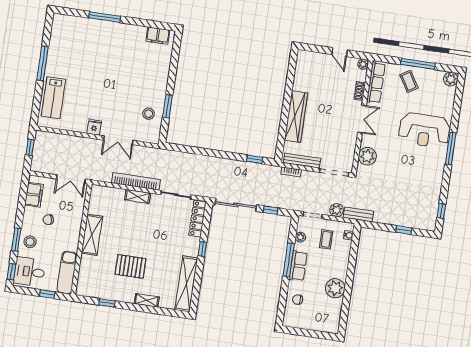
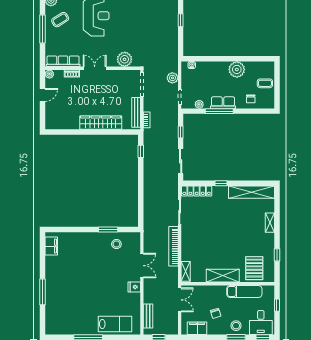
coffee table: (409, 81) -> (60, 20), moved
shelving: (138, 196) -> (186, 271), moved
sliding door: (236, 205) -> (181, 161), width x0.73
bench: (358, 214) -> (148, 316), moved
coffee table: (326, 239) -> (265, 83), moved
pallet: (130, 266) -> (254, 268), moved
exam couch: (67, 273) -> (244, 292), moved

